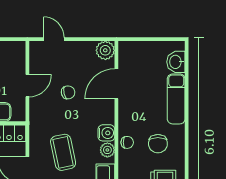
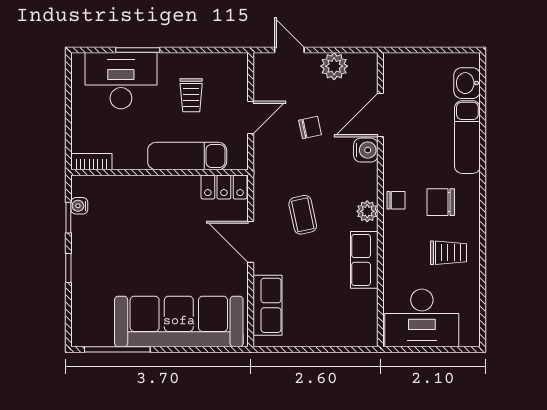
plant: (105, 50) -> (334, 66), moved
water cooler: (106, 133) -> (366, 150), moved
chair: (158, 144) -> (441, 202), turned 90
coffee table: (63, 152) -> (303, 215), width x0.73, depth x0.77

